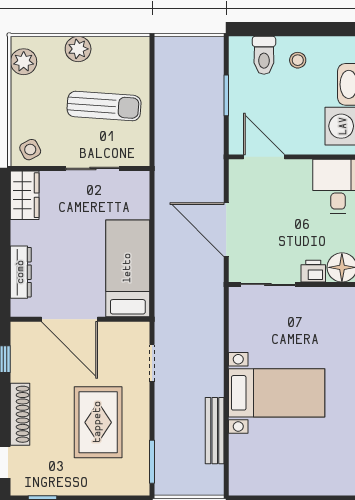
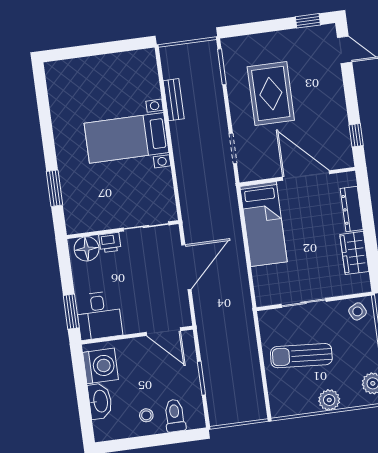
wardrobe: (25, 195) -> (354, 253), moved
door: (226, 230) -> (186, 267), hinge flipped
shoe rack: (20, 414) -> (336, 92), removed
bench: (215, 431) -> (174, 100), width x0.73

